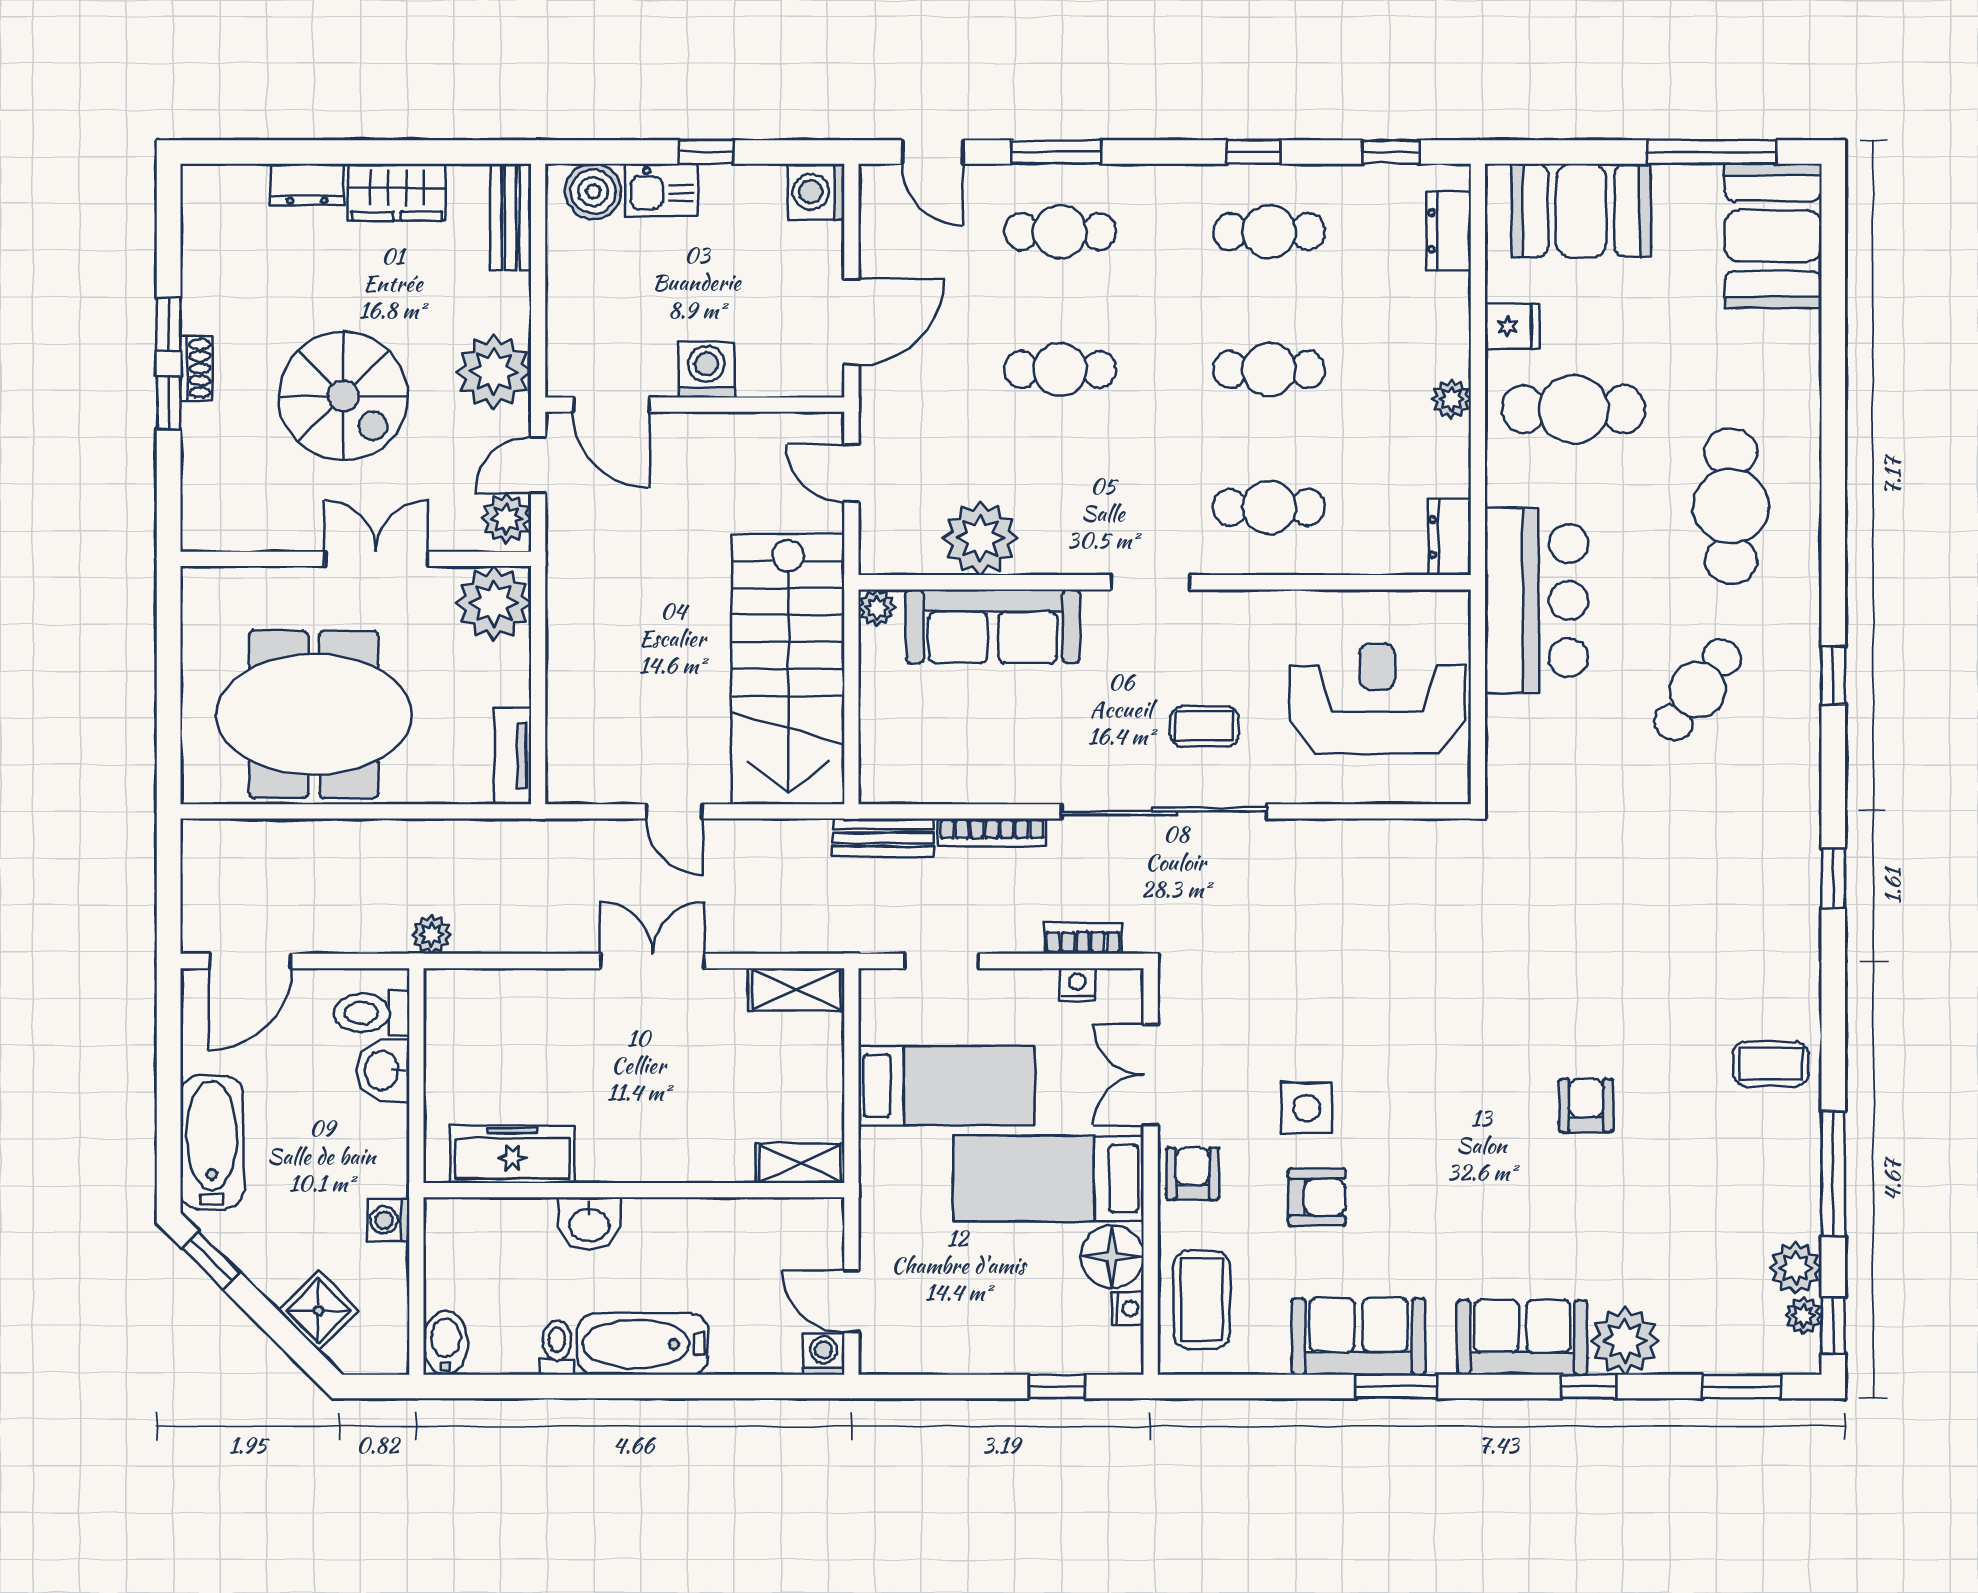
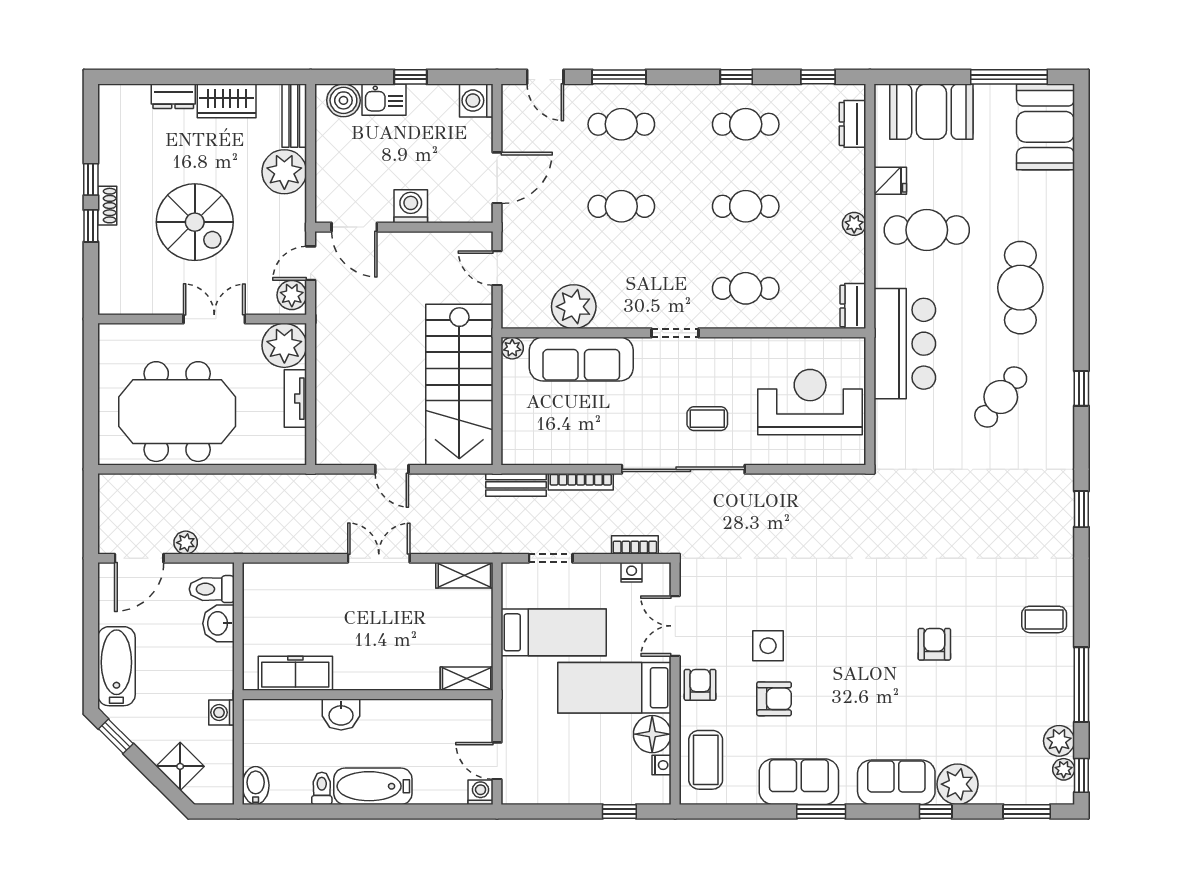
plant: (494, 371) -> (284, 172), moved
tv unit: (512, 756) -> (295, 399), moved
plant: (431, 935) -> (186, 543), moved

